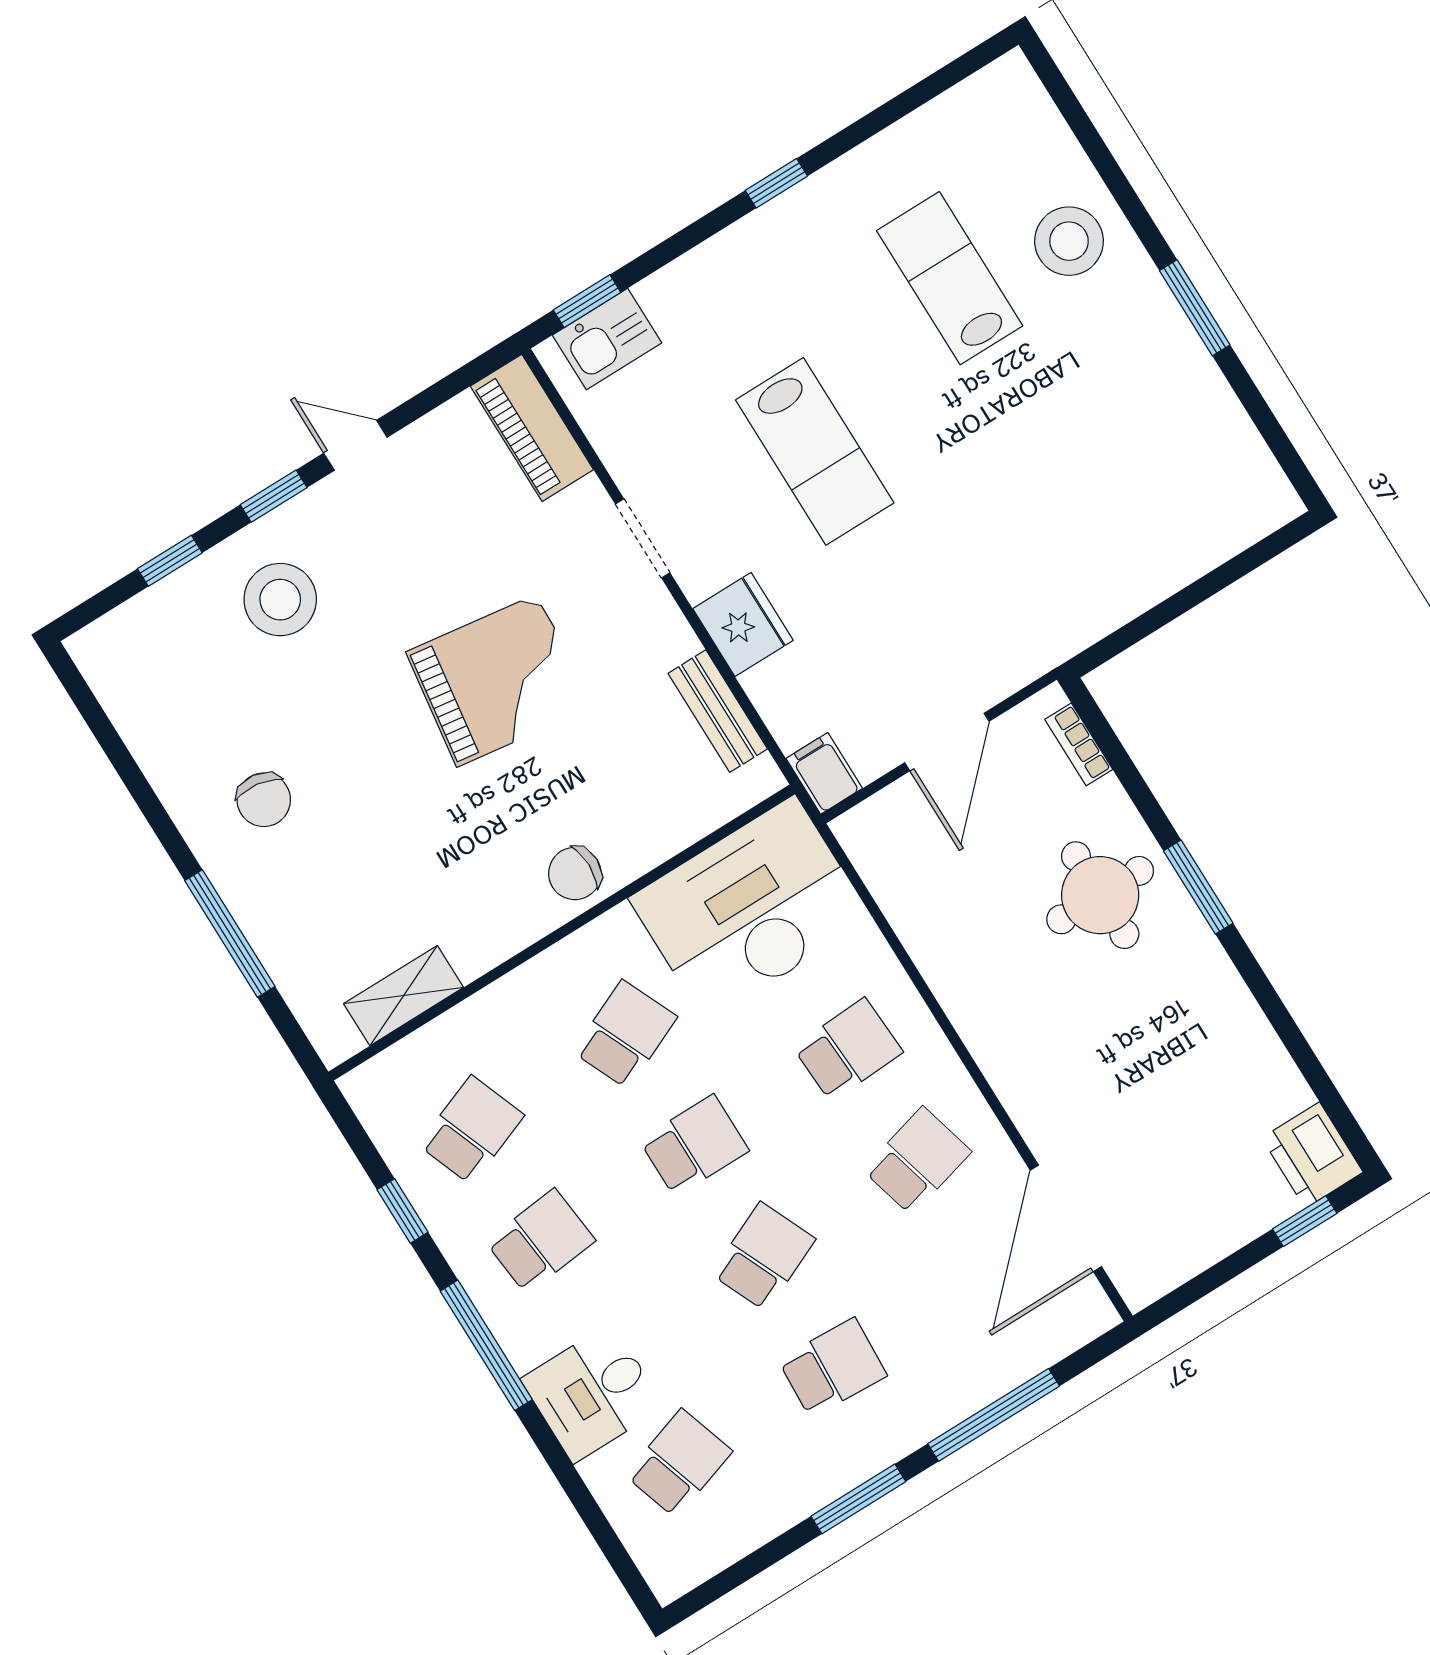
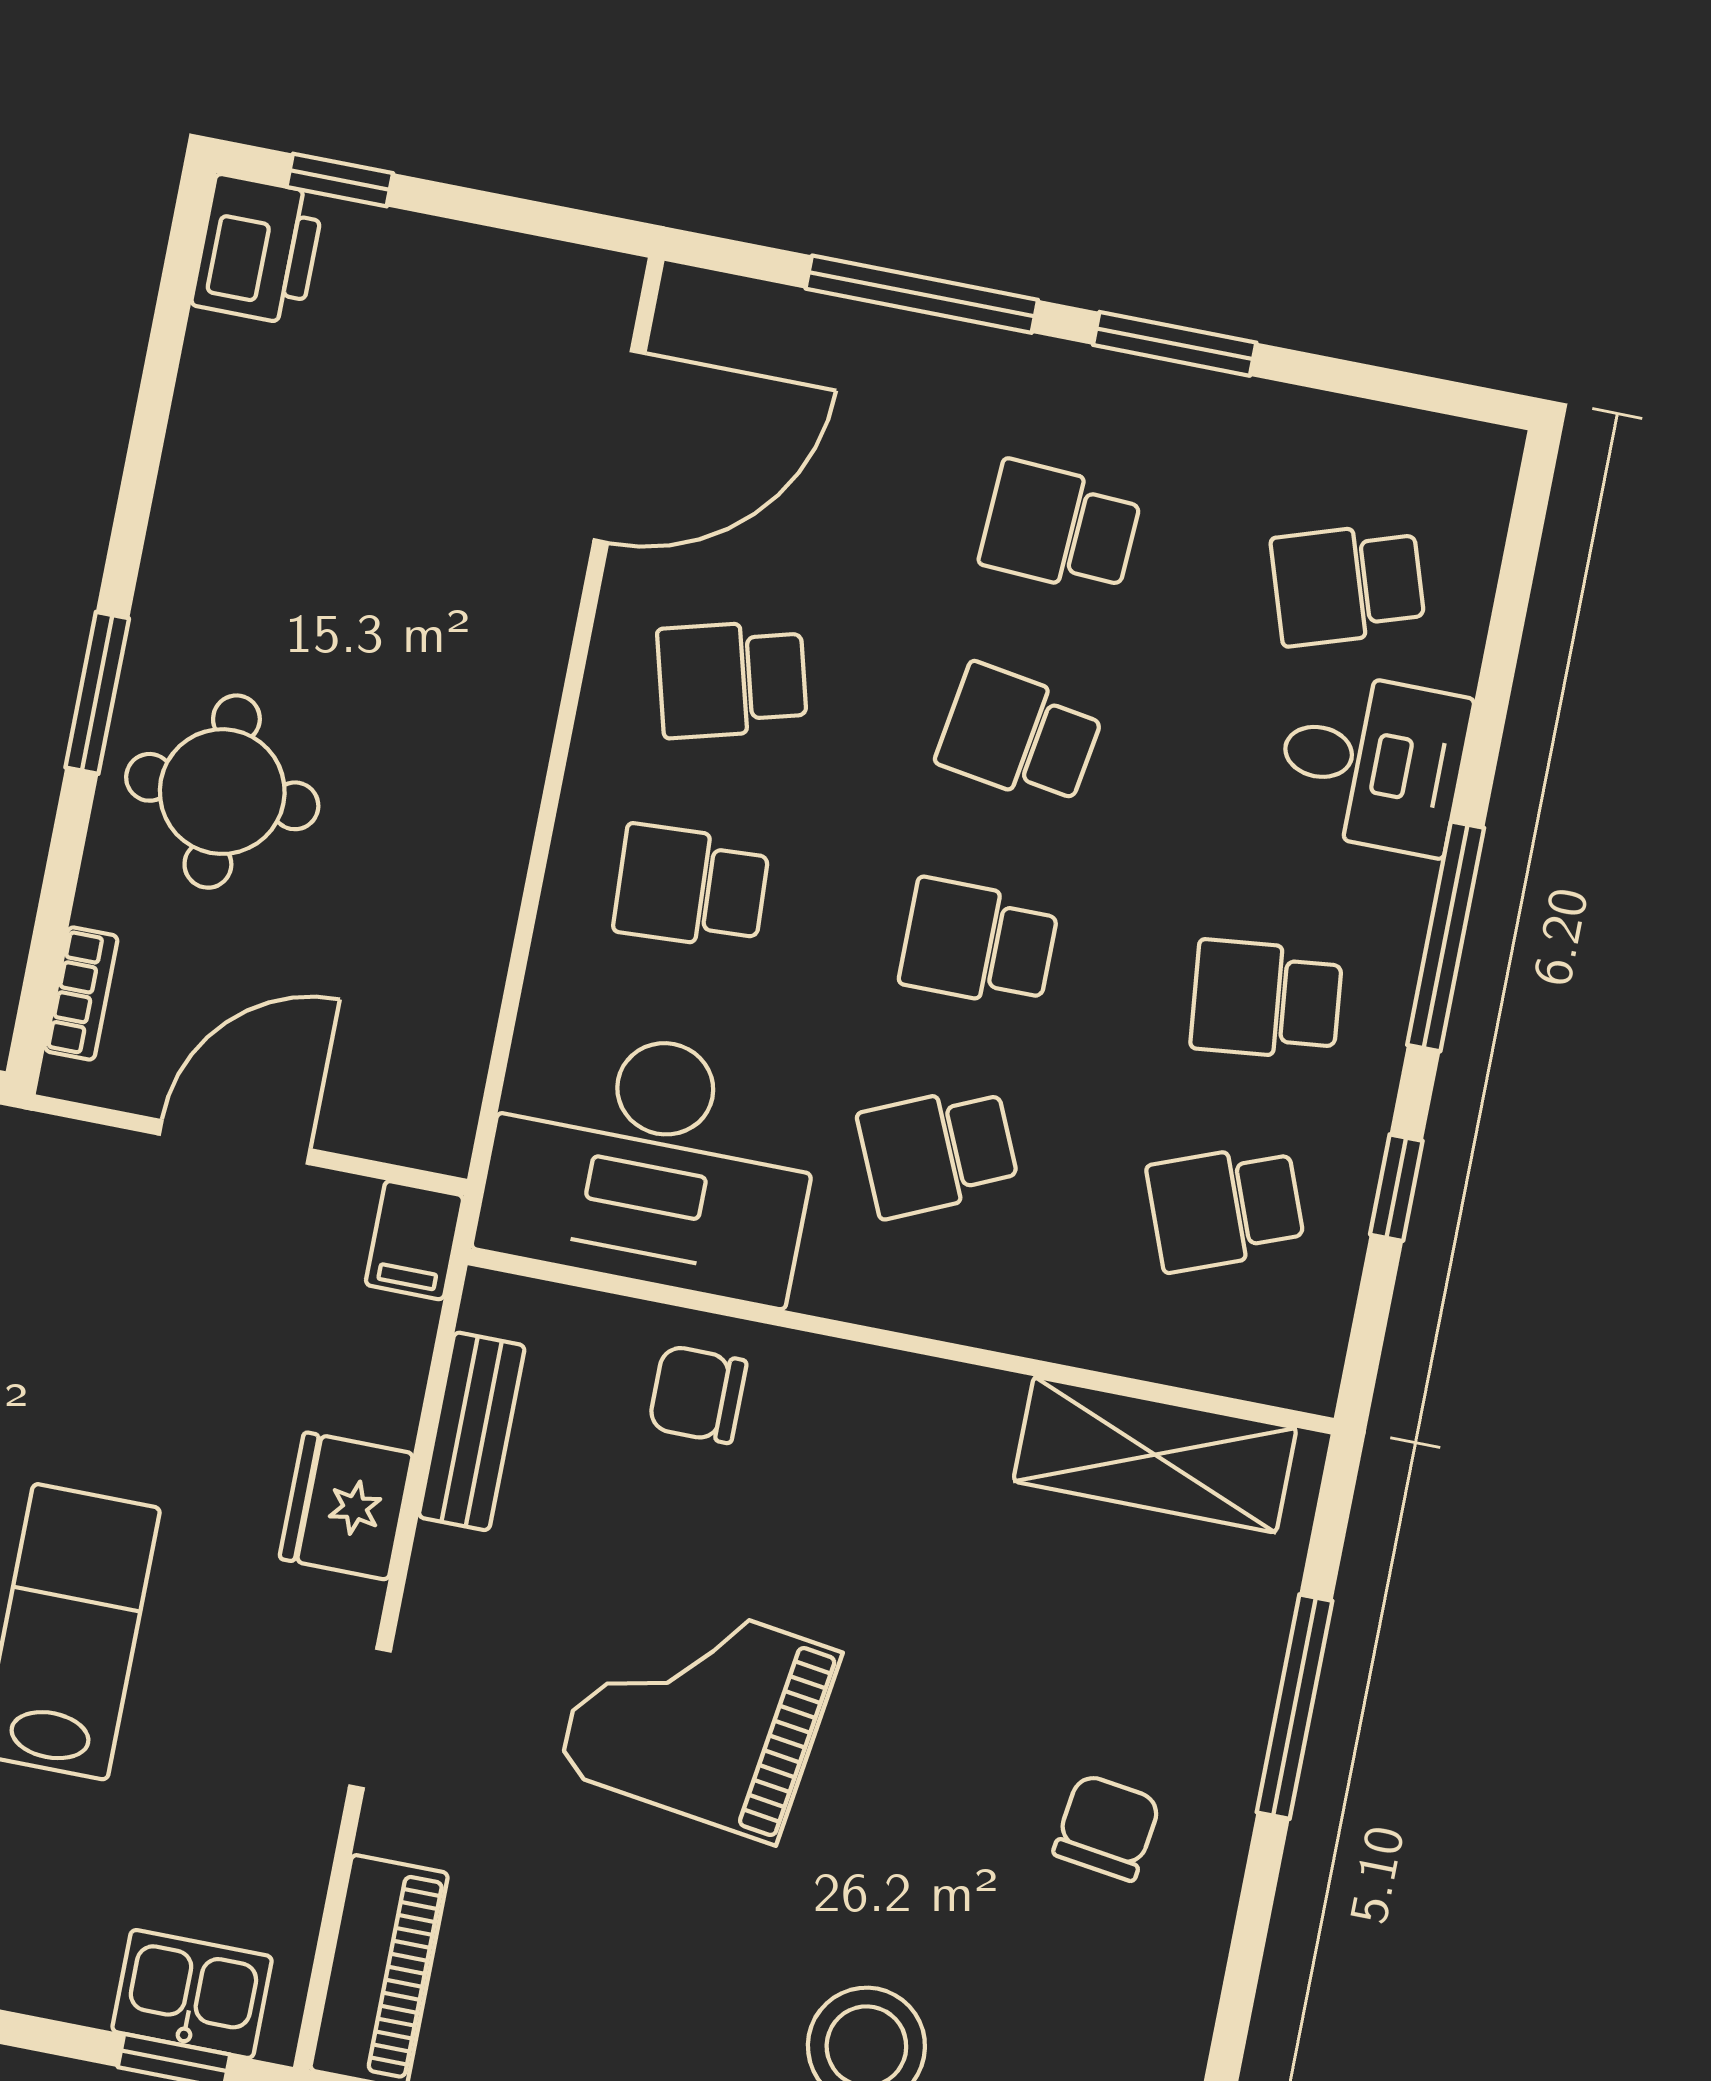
chair: (575, 873) -> (698, 1394), moved, turned 180
shelving: (404, 996) -> (1155, 1455), width x1.50, depth x1.33
school desk: (763, 1257) -> (1020, 736), turned 33

